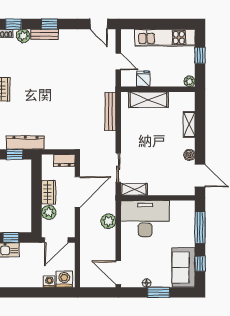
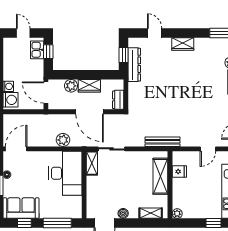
fridge: (143, 79) -> (179, 171), moved
plant: (190, 81) -> (177, 214), moved
wall: (158, 89) -> (170, 185), moved
shelving: (148, 100) -> (160, 176), moved

